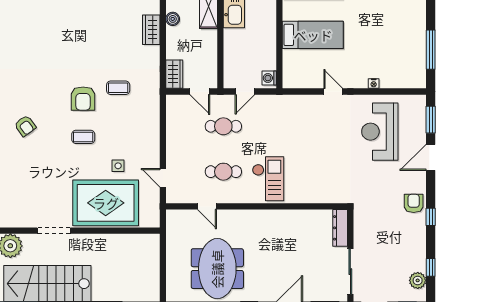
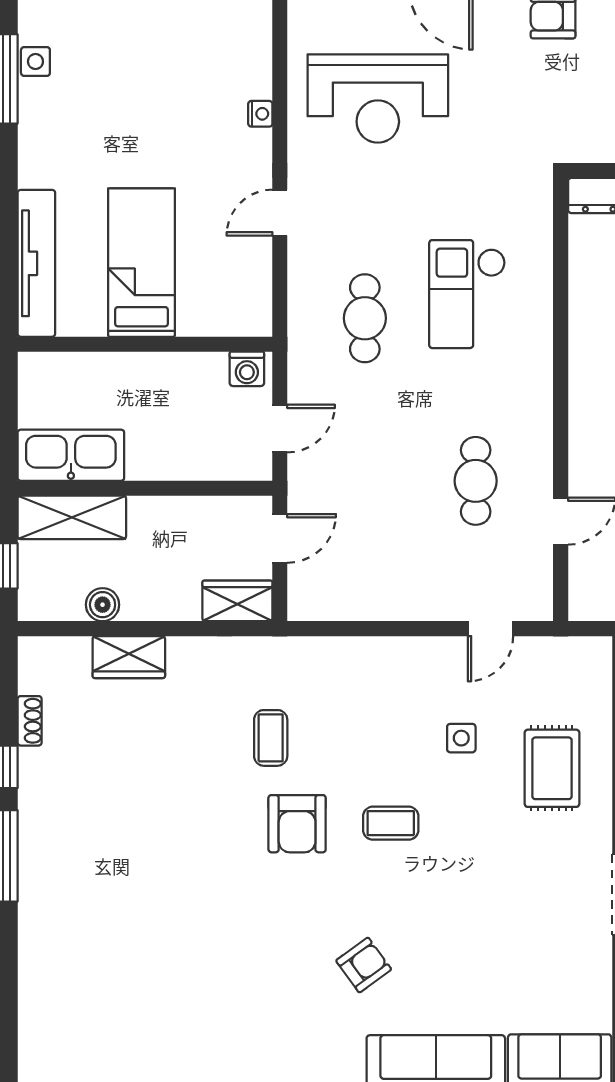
door: (245, 92) -> (280, 429), hinge flipped
armchair: (83, 99) -> (297, 824), turned 90
cafe table: (223, 126) -> (365, 318), moved
coffee table: (83, 137) -> (391, 823), turned 90
checkout: (268, 179) -> (467, 294), moved, turned -90
rug: (106, 203) -> (552, 768), width x0.54, depth x0.49

